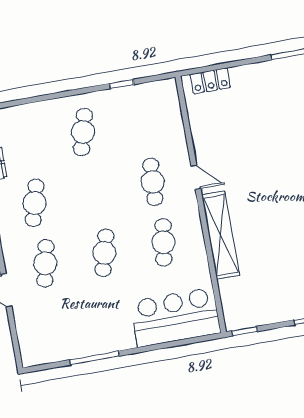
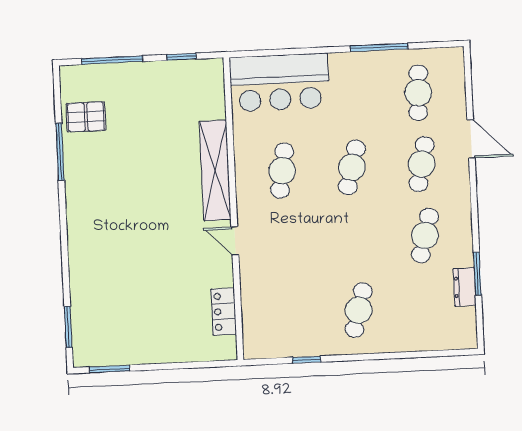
locker: (210, 81) -> (224, 312), moved, turned -90
cafe table: (153, 182) -> (418, 93), moved
window: (245, 331) -> (182, 57), moved

